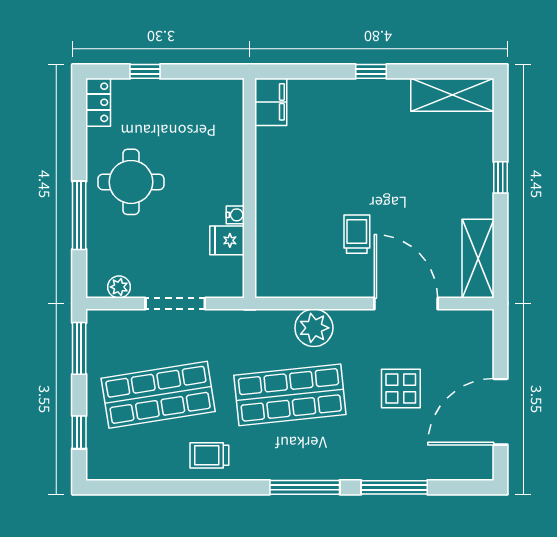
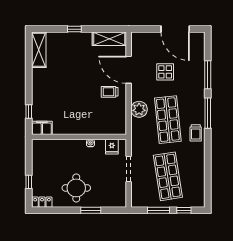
window: (371, 71) -> (29, 111), moved
window: (79, 215) -> (91, 210), width x0.69
trolley: (357, 234) -> (110, 92), moved
fridge: (227, 240) -> (112, 147), moved
plant: (119, 287) -> (121, 193), removed
door: (406, 304) -> (129, 70), hinge flipped
window: (79, 348) -> (158, 210), moved
trolley: (209, 455) -> (196, 133), moved

